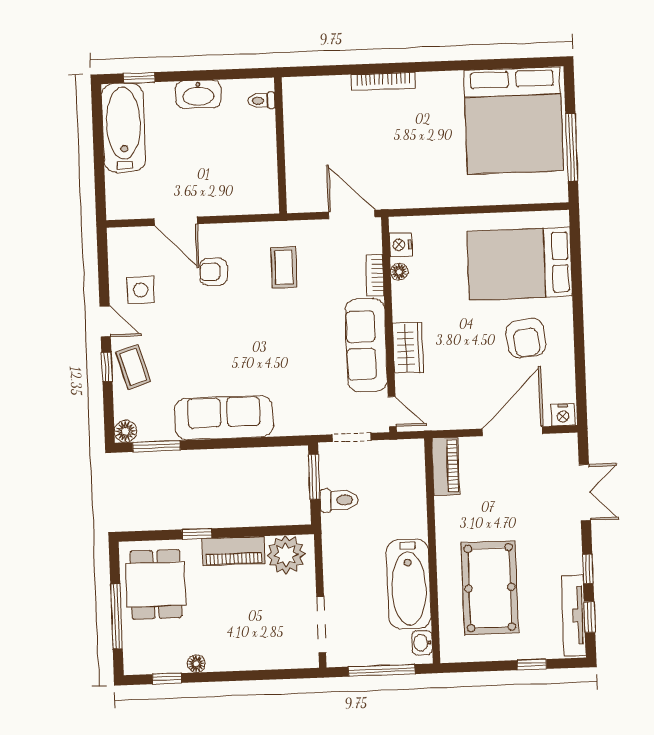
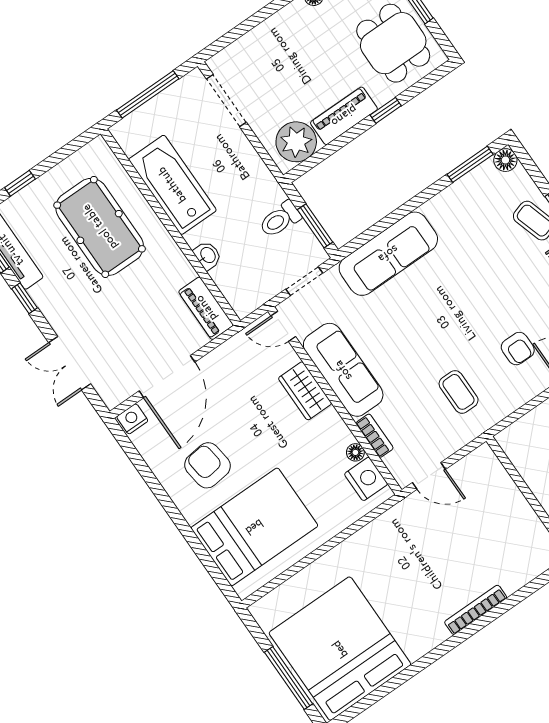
window: (572, 147) -> (288, 678), moved
door: (352, 214) -> (429, 476), width x0.73
nightstand: (401, 245) -> (366, 479), width x1.36, depth x1.33
armchair: (213, 272) -> (518, 349), turned 90
sofa: (224, 418) -> (388, 254), moved
washbasin: (422, 643) -> (207, 255), moved

